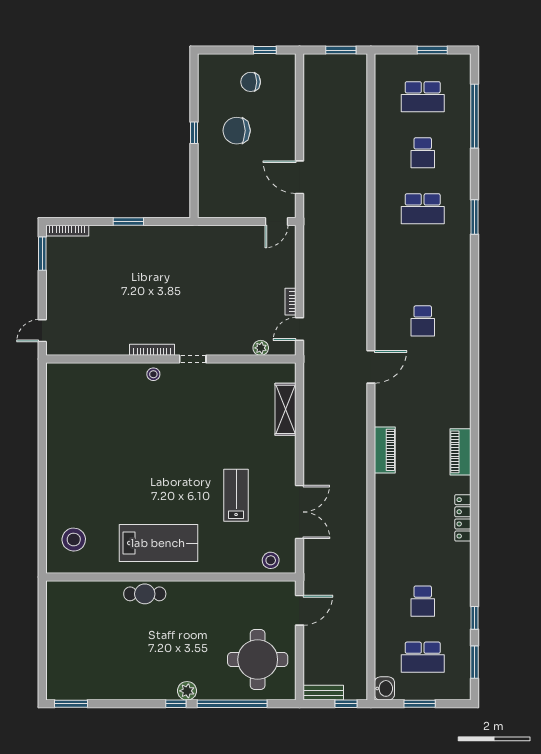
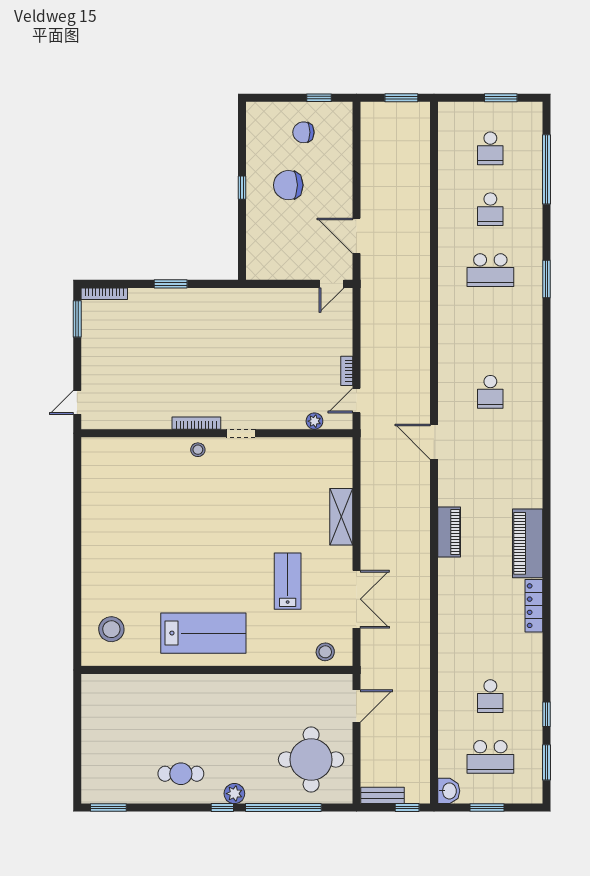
school desk: (423, 97) -> (490, 148), width x0.54
door: (371, 367) -> (434, 442), swing flipped
shelving: (285, 409) -> (341, 517), moved
piano: (461, 452) -> (528, 543), width x1.37, depth x1.33
cafe table: (145, 594) -> (181, 774), moved

